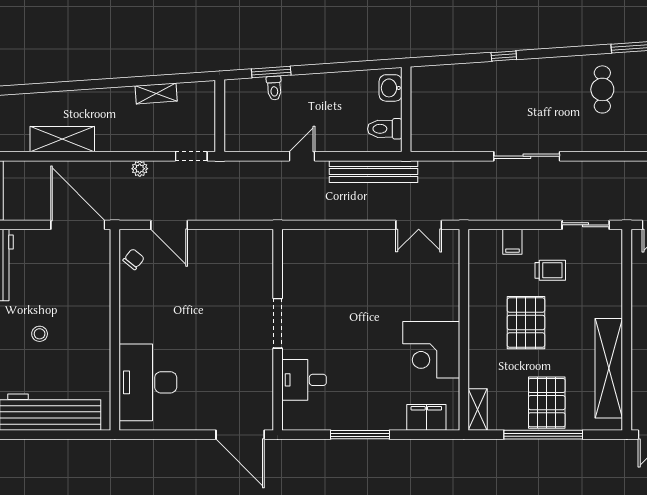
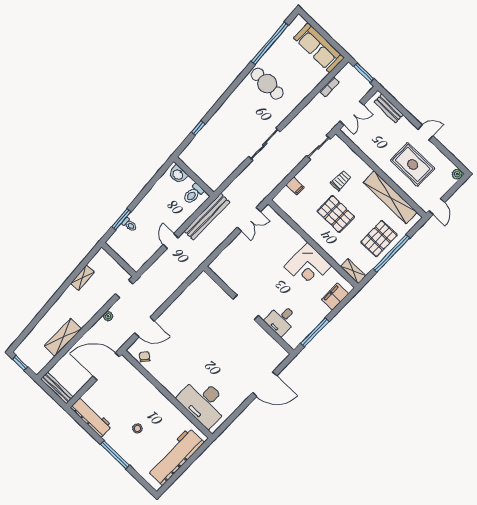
window: (504, 56) -> (198, 128), moved
cafe table: (602, 89) -> (267, 84), width x1.37, depth x1.35
trolley: (550, 270) -> (341, 180), moved
doorway: (278, 323) -> (246, 308), moved
wall: (278, 330) -> (249, 310), moved
desk: (304, 380) -> (281, 320), moved
pallet: (547, 403) -> (379, 238), turned 90

